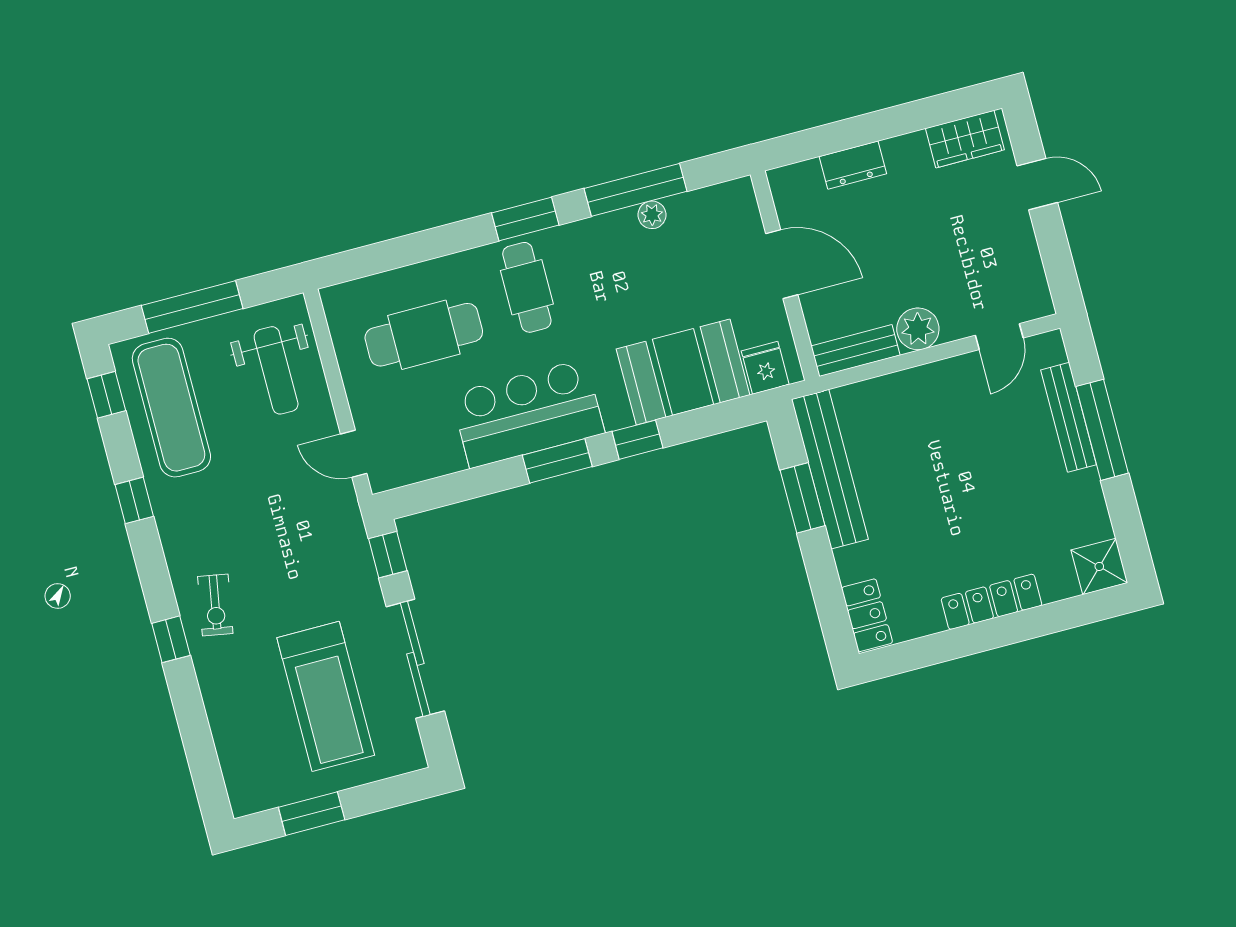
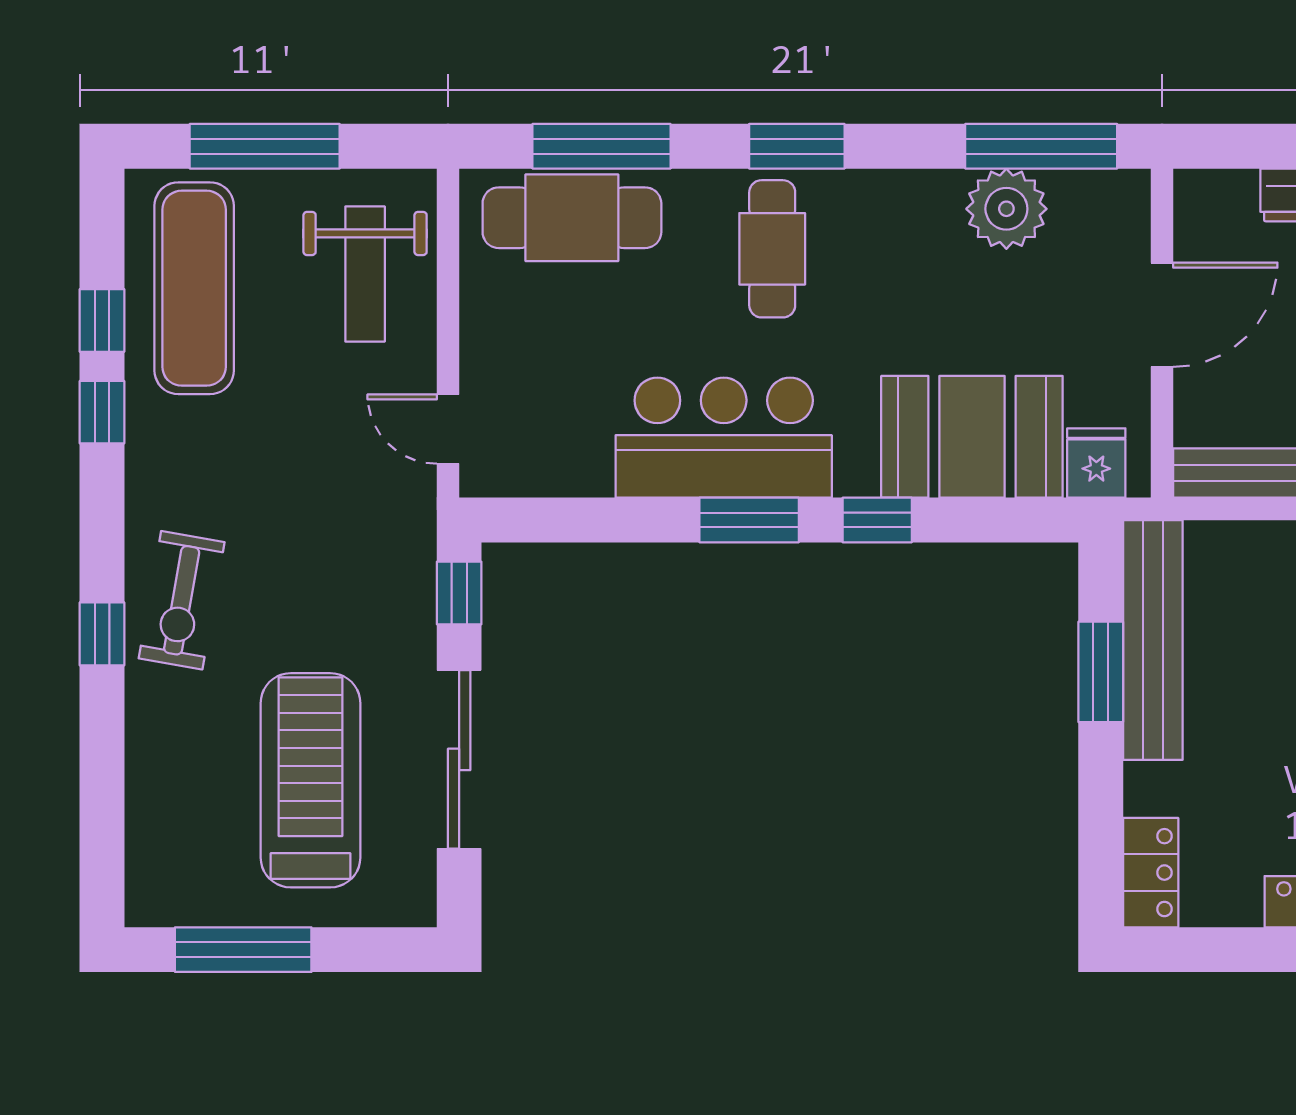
window: (635, 190) -> (1041, 146), moved
plant: (652, 215) -> (1006, 209), width x1.88, depth x1.88
window: (403, 251) -> (602, 146), added
door: (782, 264) -> (1162, 315), hinge flipped
cafe table: (424, 335) -> (572, 218), moved
window: (106, 395) -> (102, 320), moved
exercise bike: (215, 605) -> (182, 600), width x1.38, depth x1.39
treadmill: (326, 696) -> (311, 780), turned 180
window: (312, 814) -> (243, 950), width x1.44

